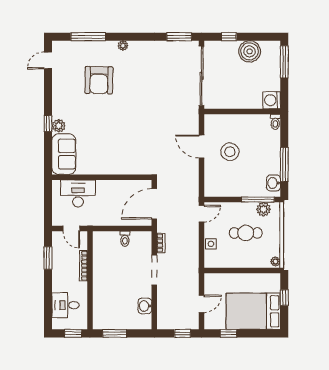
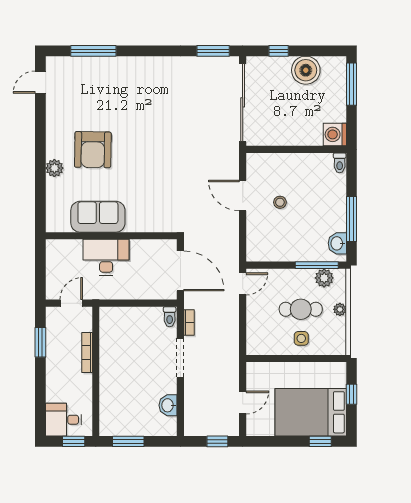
plant: (123, 46) -> (139, 63), removed
armchair: (99, 80) -> (93, 150), moved
window: (48, 123) -> (40, 165), removed
stool: (230, 152) -> (280, 202), width x0.53, depth x0.53
sofa: (64, 154) -> (98, 217), moved, turned -90
desk: (78, 193) -> (106, 257), moved
door: (154, 204) -> (180, 271), swing flipped
door: (71, 228) -> (71, 303), swing flipped
toilet: (125, 239) -> (170, 317), moved
side table: (211, 244) -> (301, 338), moved
plant: (275, 261) -> (340, 309), moved
desk: (65, 305) -> (63, 420), moved
window: (229, 333) -> (320, 441), moved

